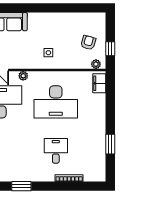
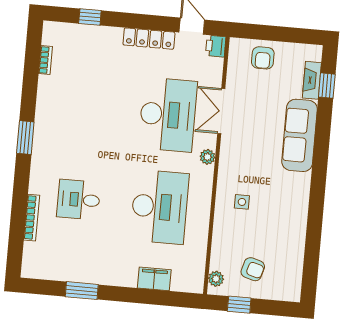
filing cabinet: (99, 83) -> (154, 279), moved
desk: (56, 102) -> (160, 207), turned 180
desk: (56, 151) -> (79, 200), turned 180

